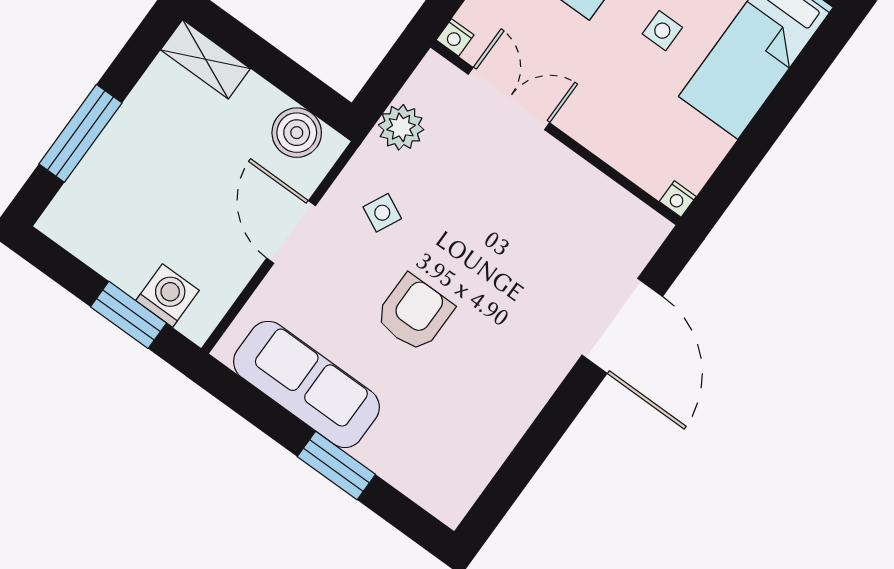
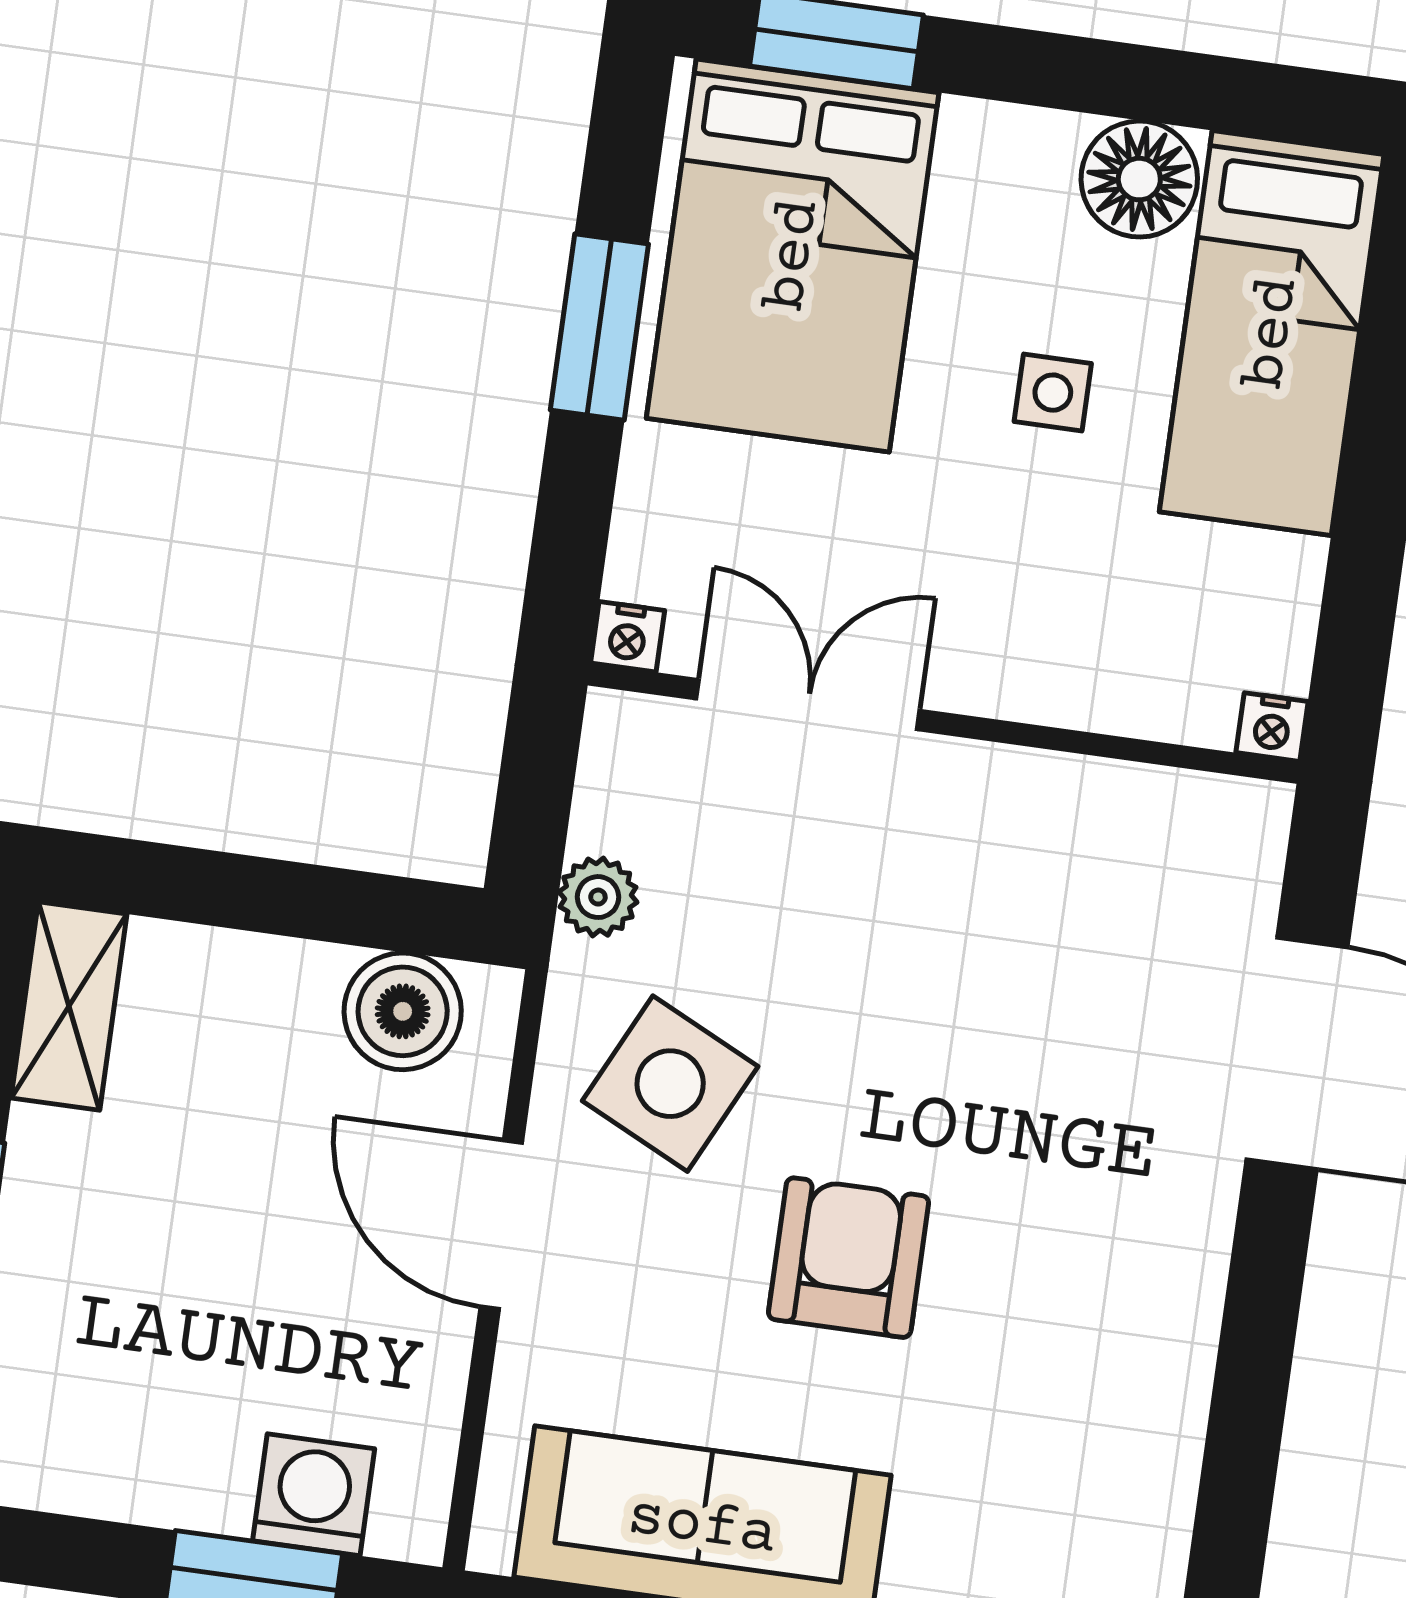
shelving: (205, 59) -> (69, 1006), moved, turned 90
plant: (401, 127) -> (598, 897), width x0.73, depth x0.73
side table: (382, 213) -> (670, 1084), width x1.87, depth x1.87

